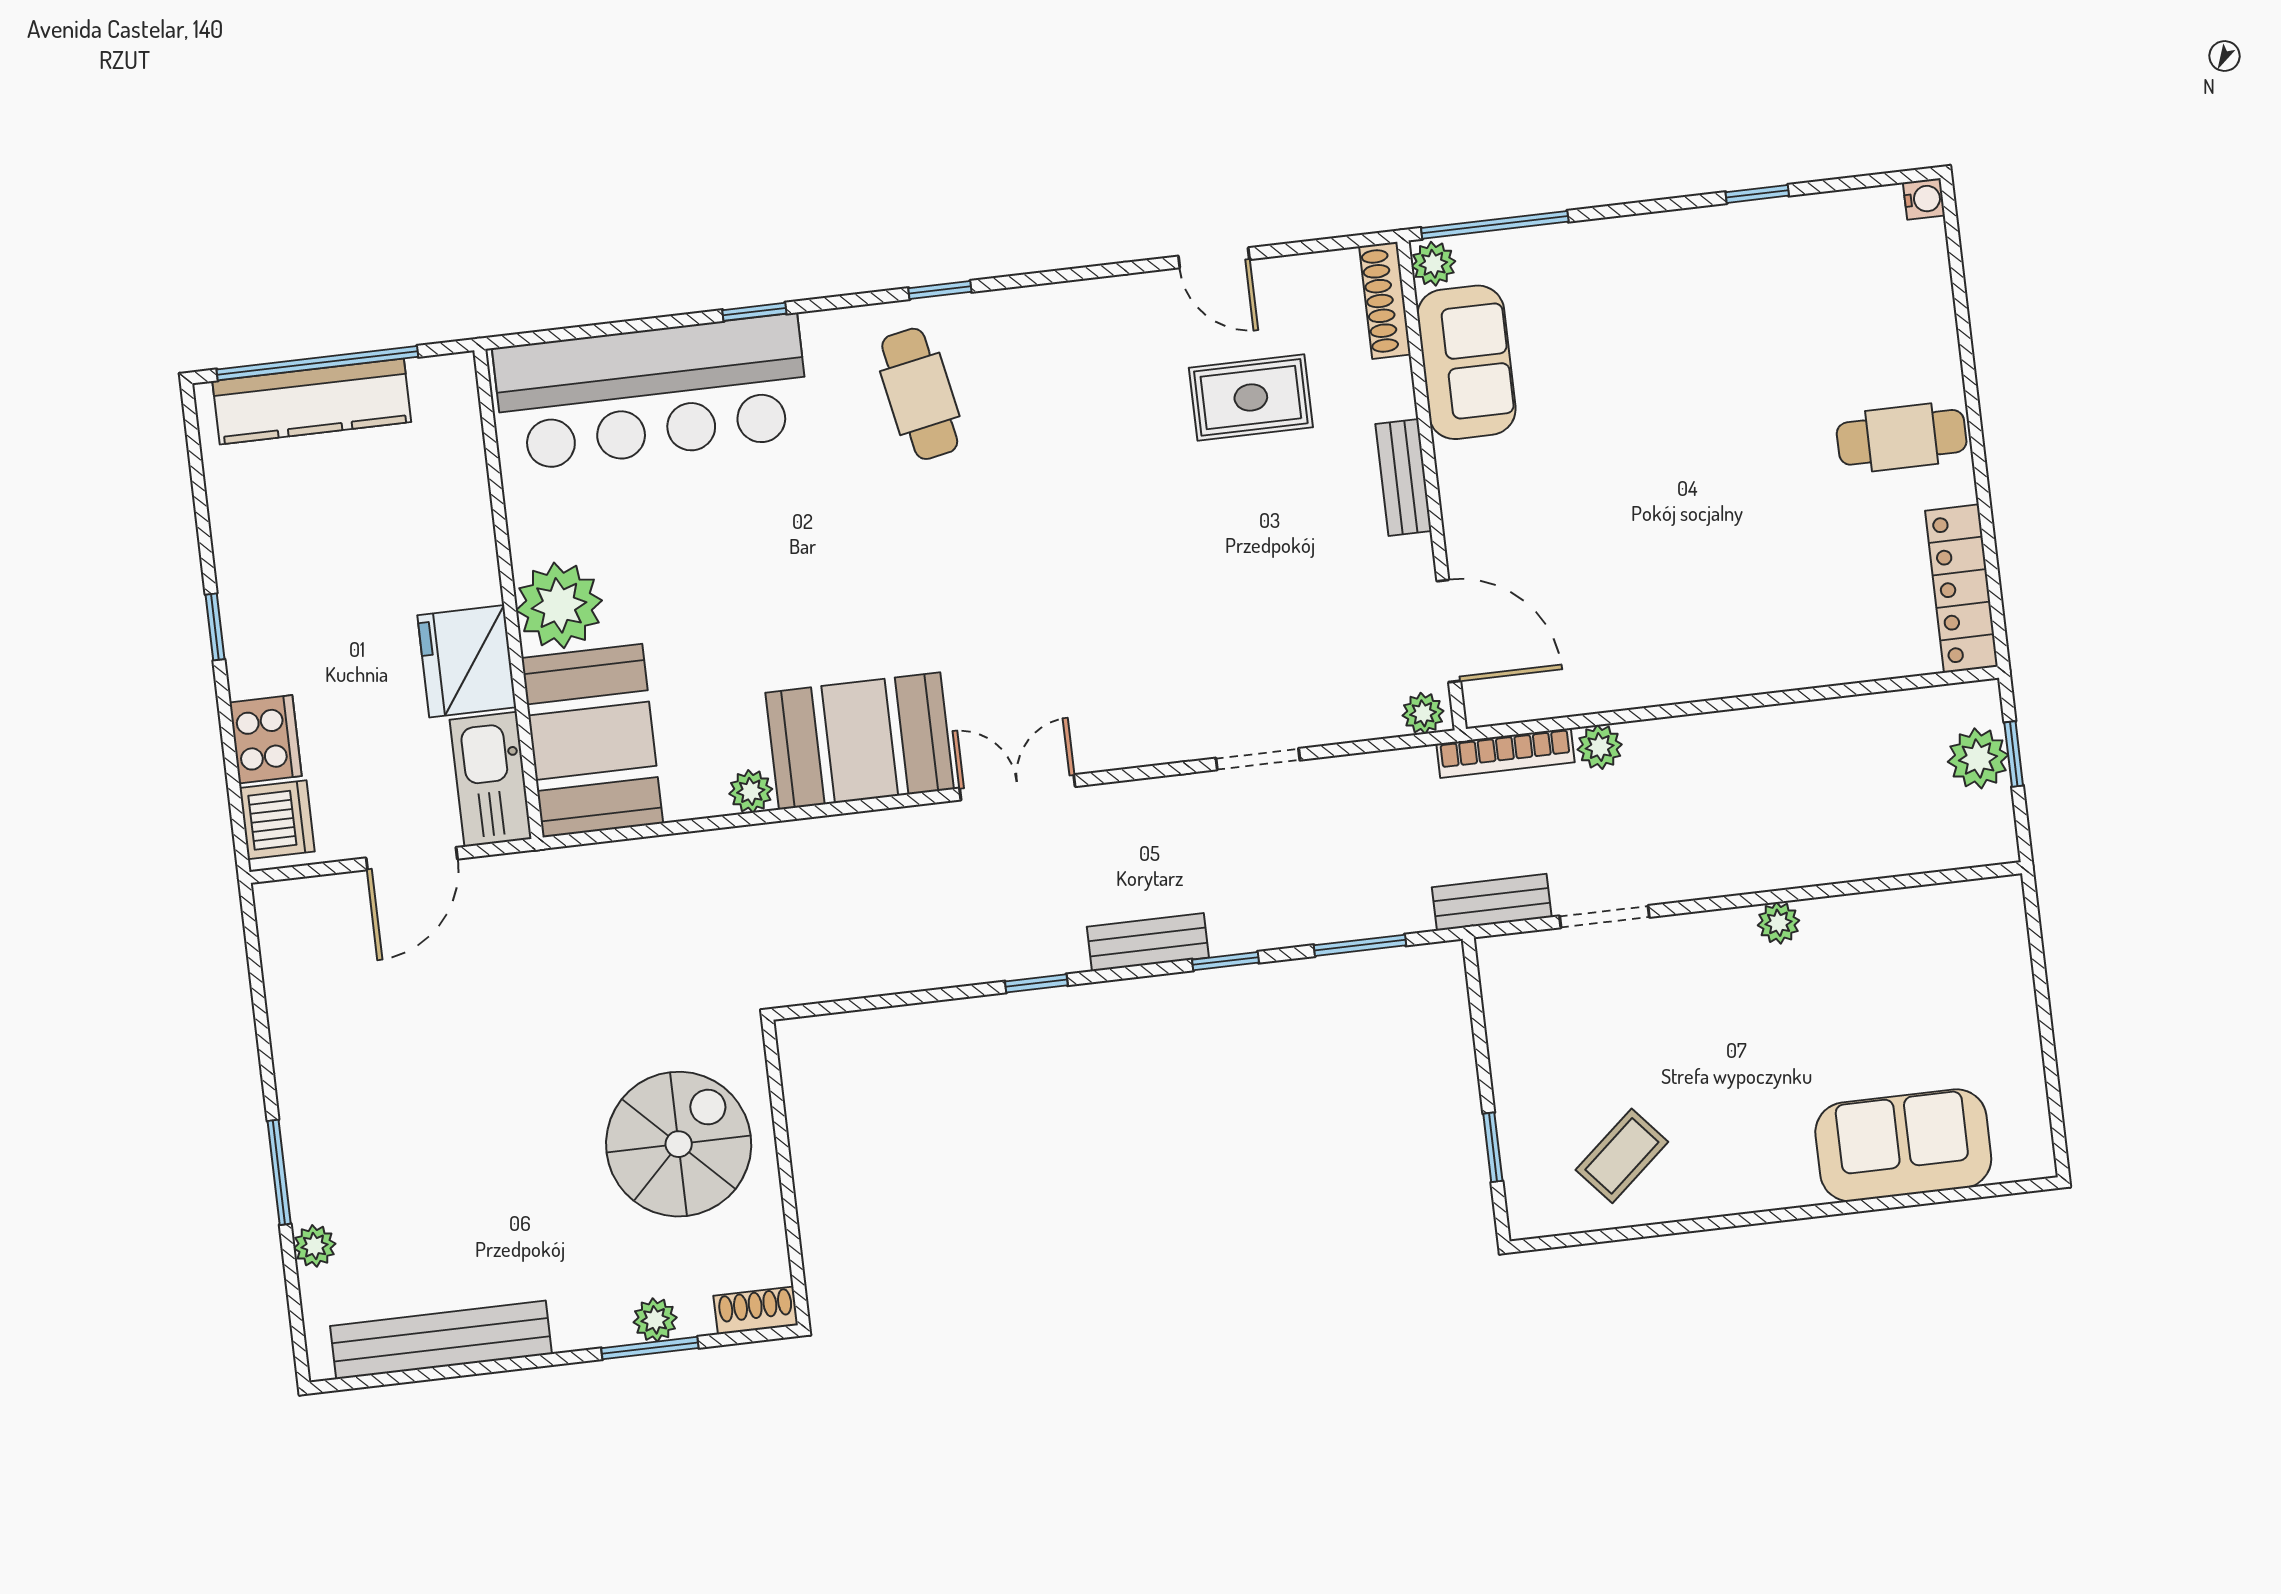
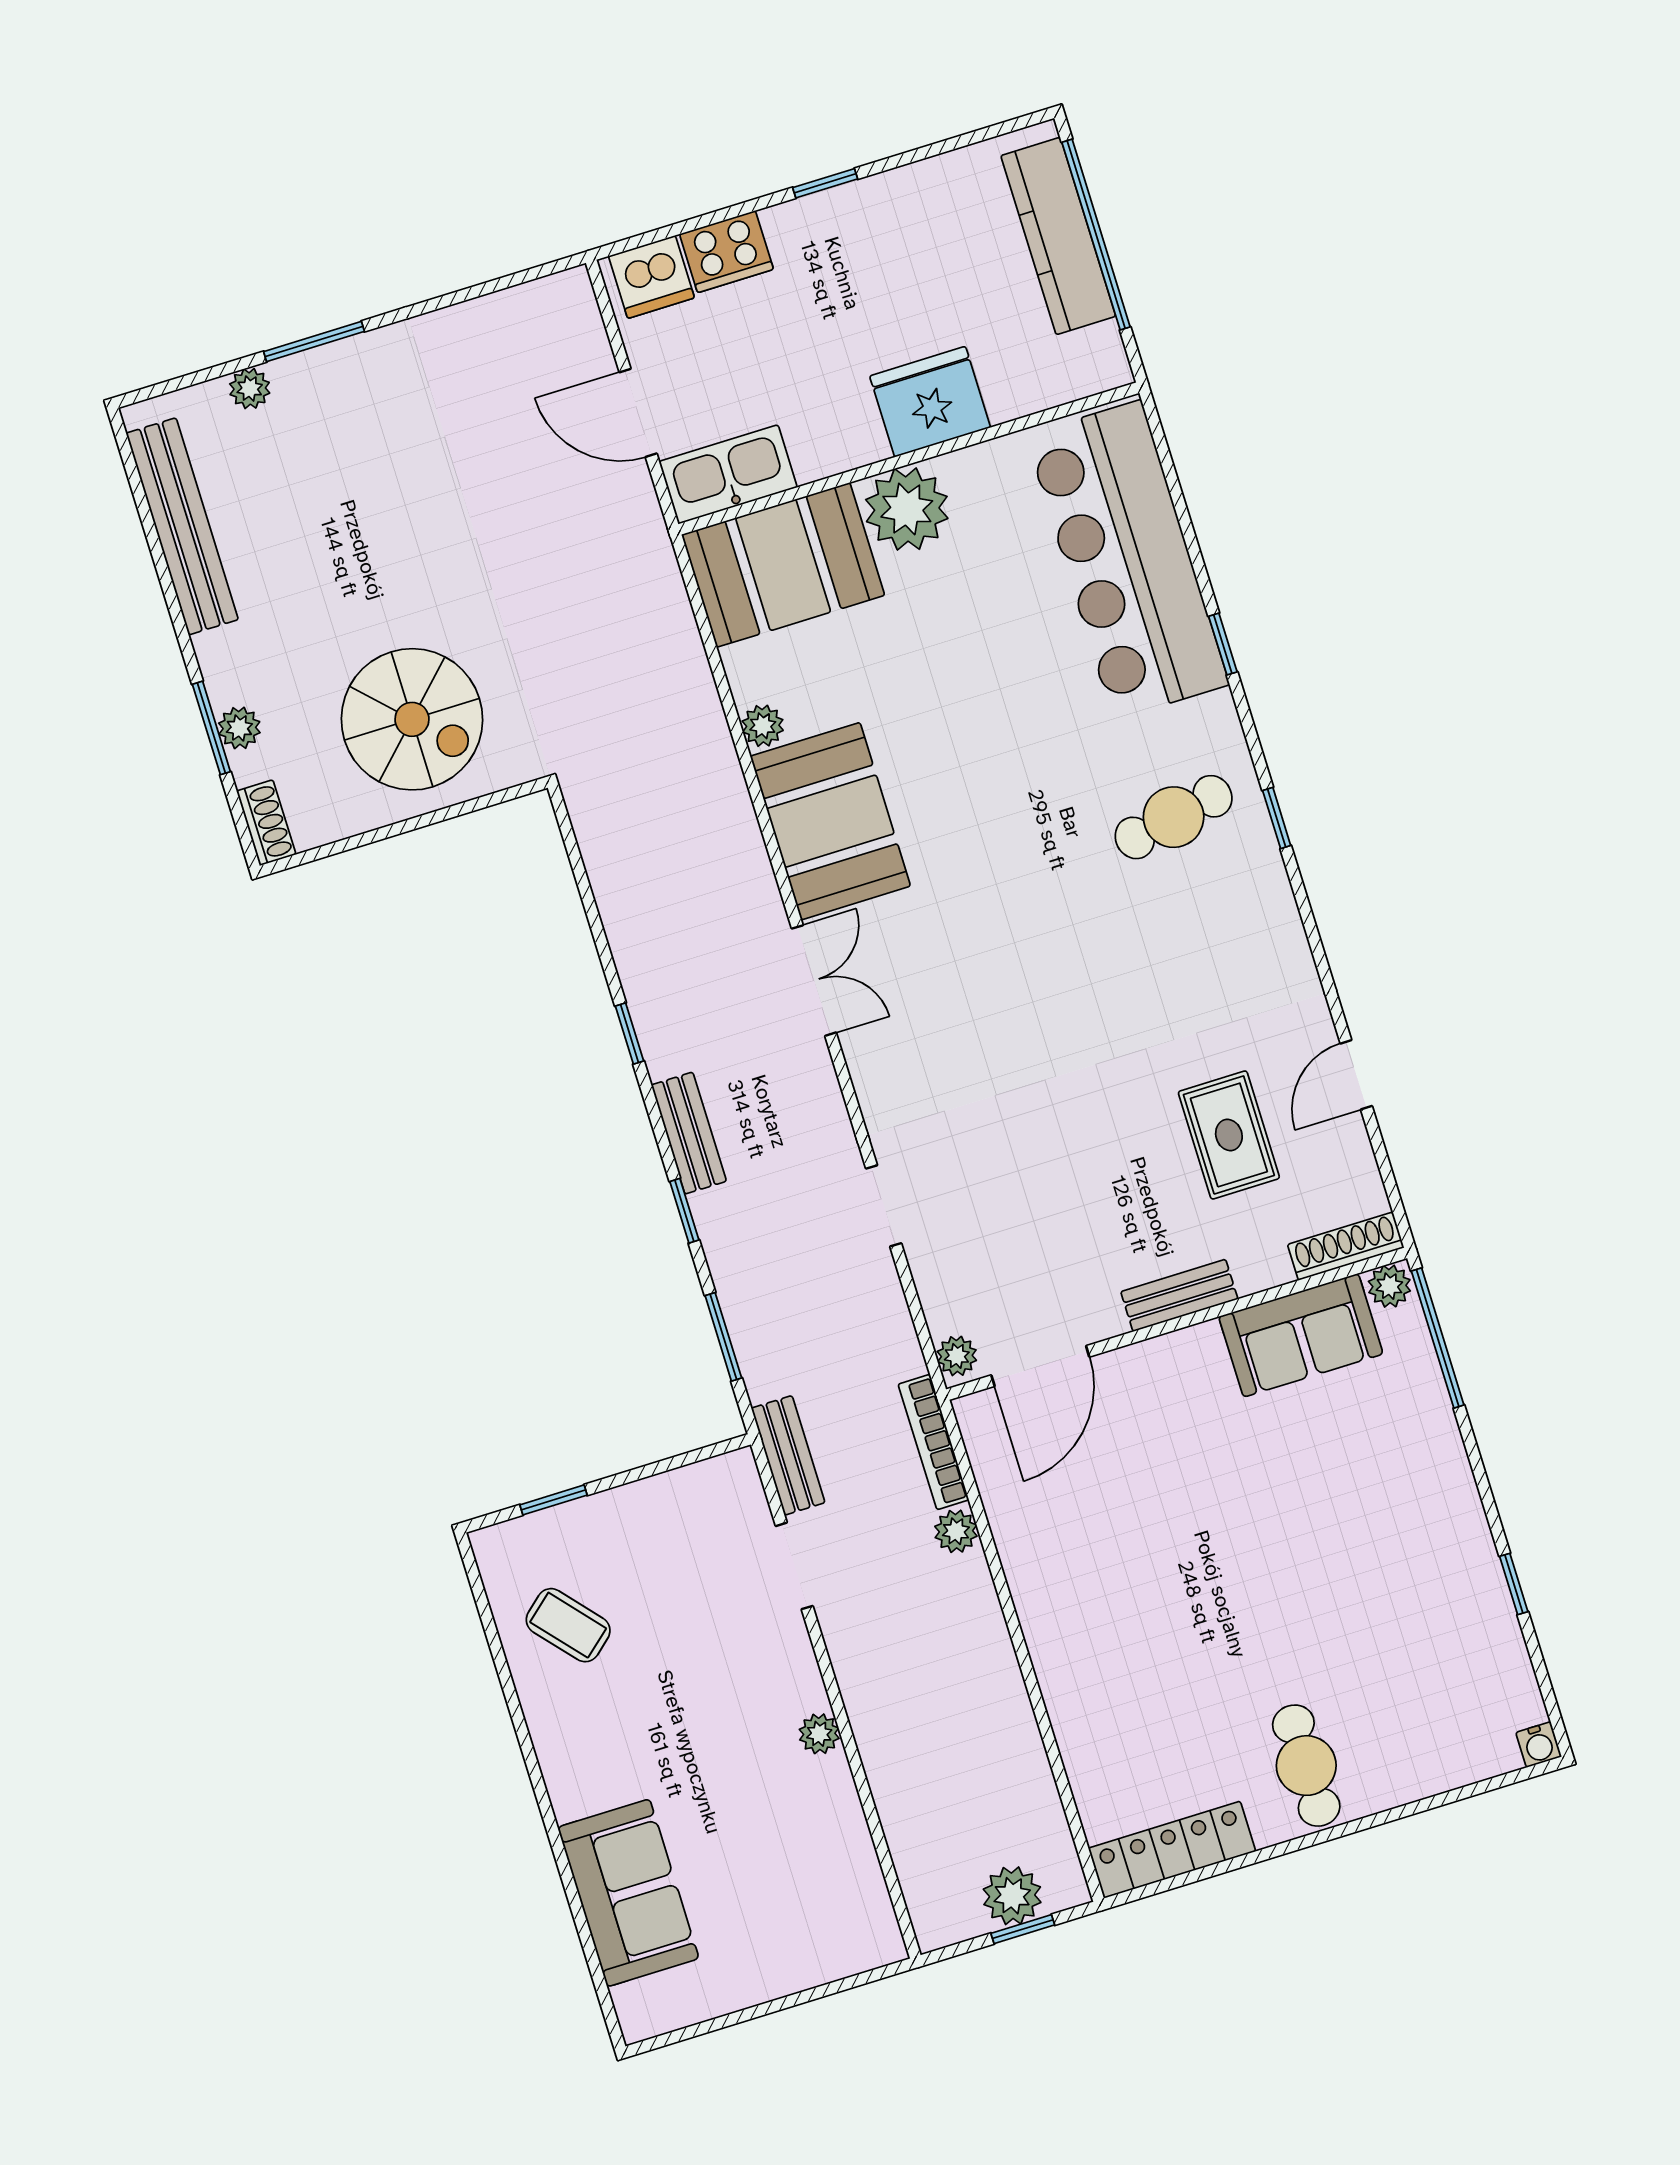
fridge: (467, 661) -> (930, 402), moved

